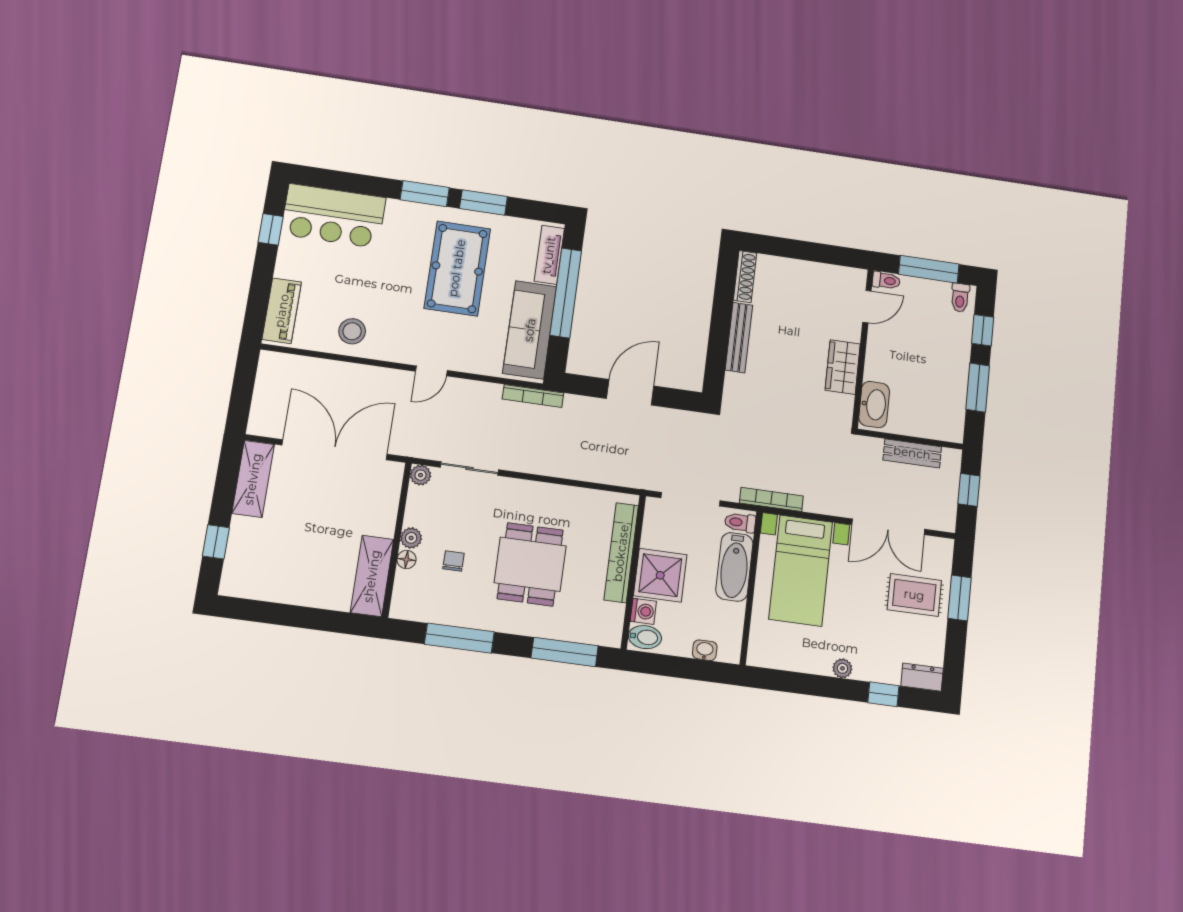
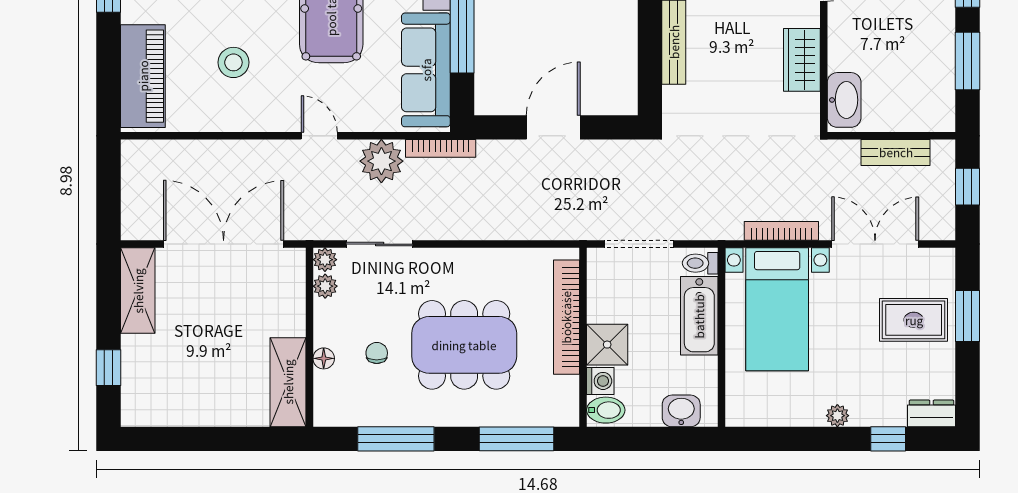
piano: (282, 311) -> (143, 76), width x1.37, depth x1.33
stool: (352, 331) -> (233, 62), moved
door: (431, 371) -> (319, 136), swing flipped
plant: (481, 399) -> (381, 161), added
bookcase: (771, 499) -> (781, 231), moved
double door: (888, 527) -> (875, 244), swing flipped
plant: (411, 538) -> (325, 286), moved
dining table: (530, 564) -> (464, 345), width x1.38
shower: (660, 575) -> (607, 345), width x0.73, depth x0.73
washbasin: (705, 650) -> (681, 411), width x1.38, depth x1.45

